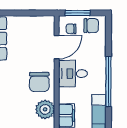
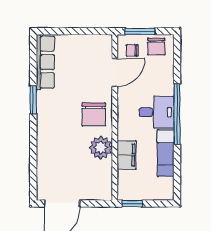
chair: (91, 26) -> (156, 46), turned 90
desk: (73, 74) -> (157, 112), moved, turned 180

